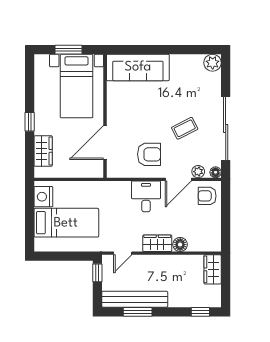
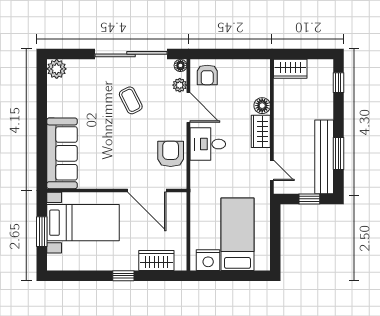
armchair: (149, 154) -> (171, 154), moved
window: (97, 273) -> (309, 199), moved

